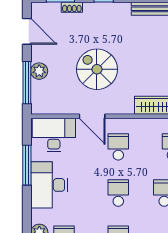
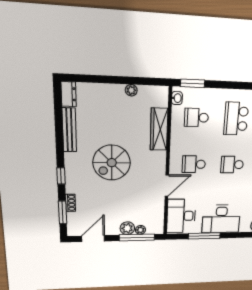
spiral stairs: (97, 69) -> (112, 163), moved
plant: (37, 87) -> (140, 230), added

